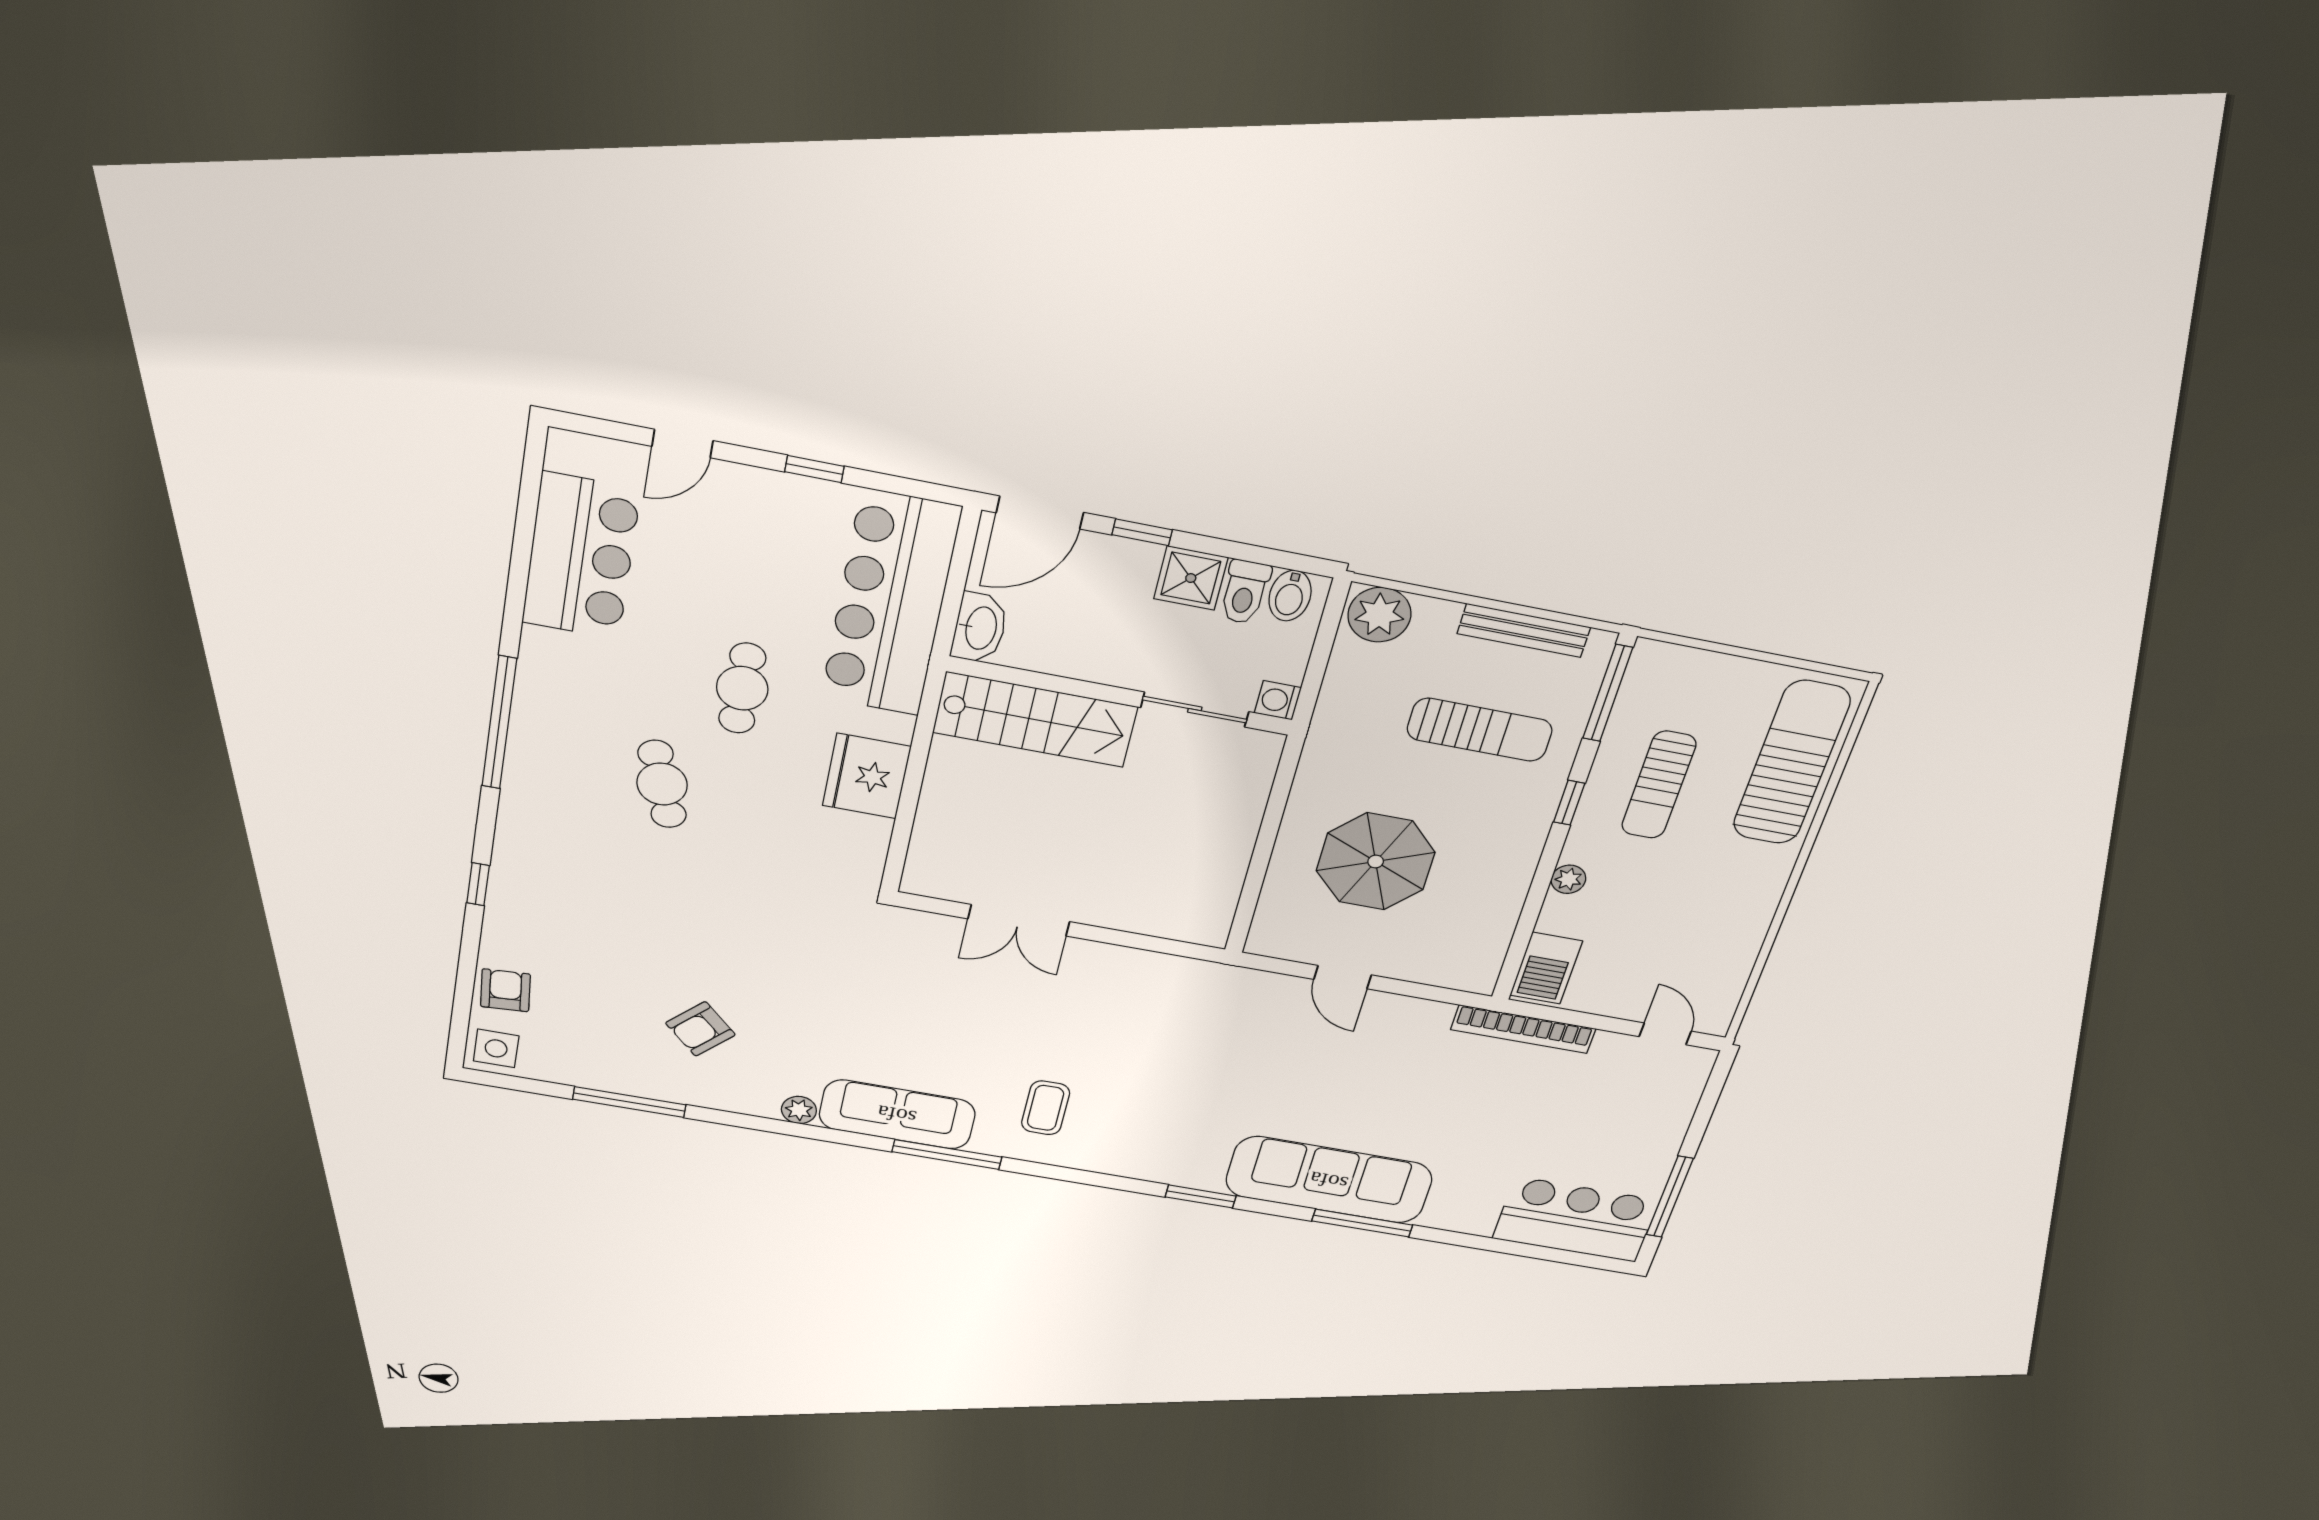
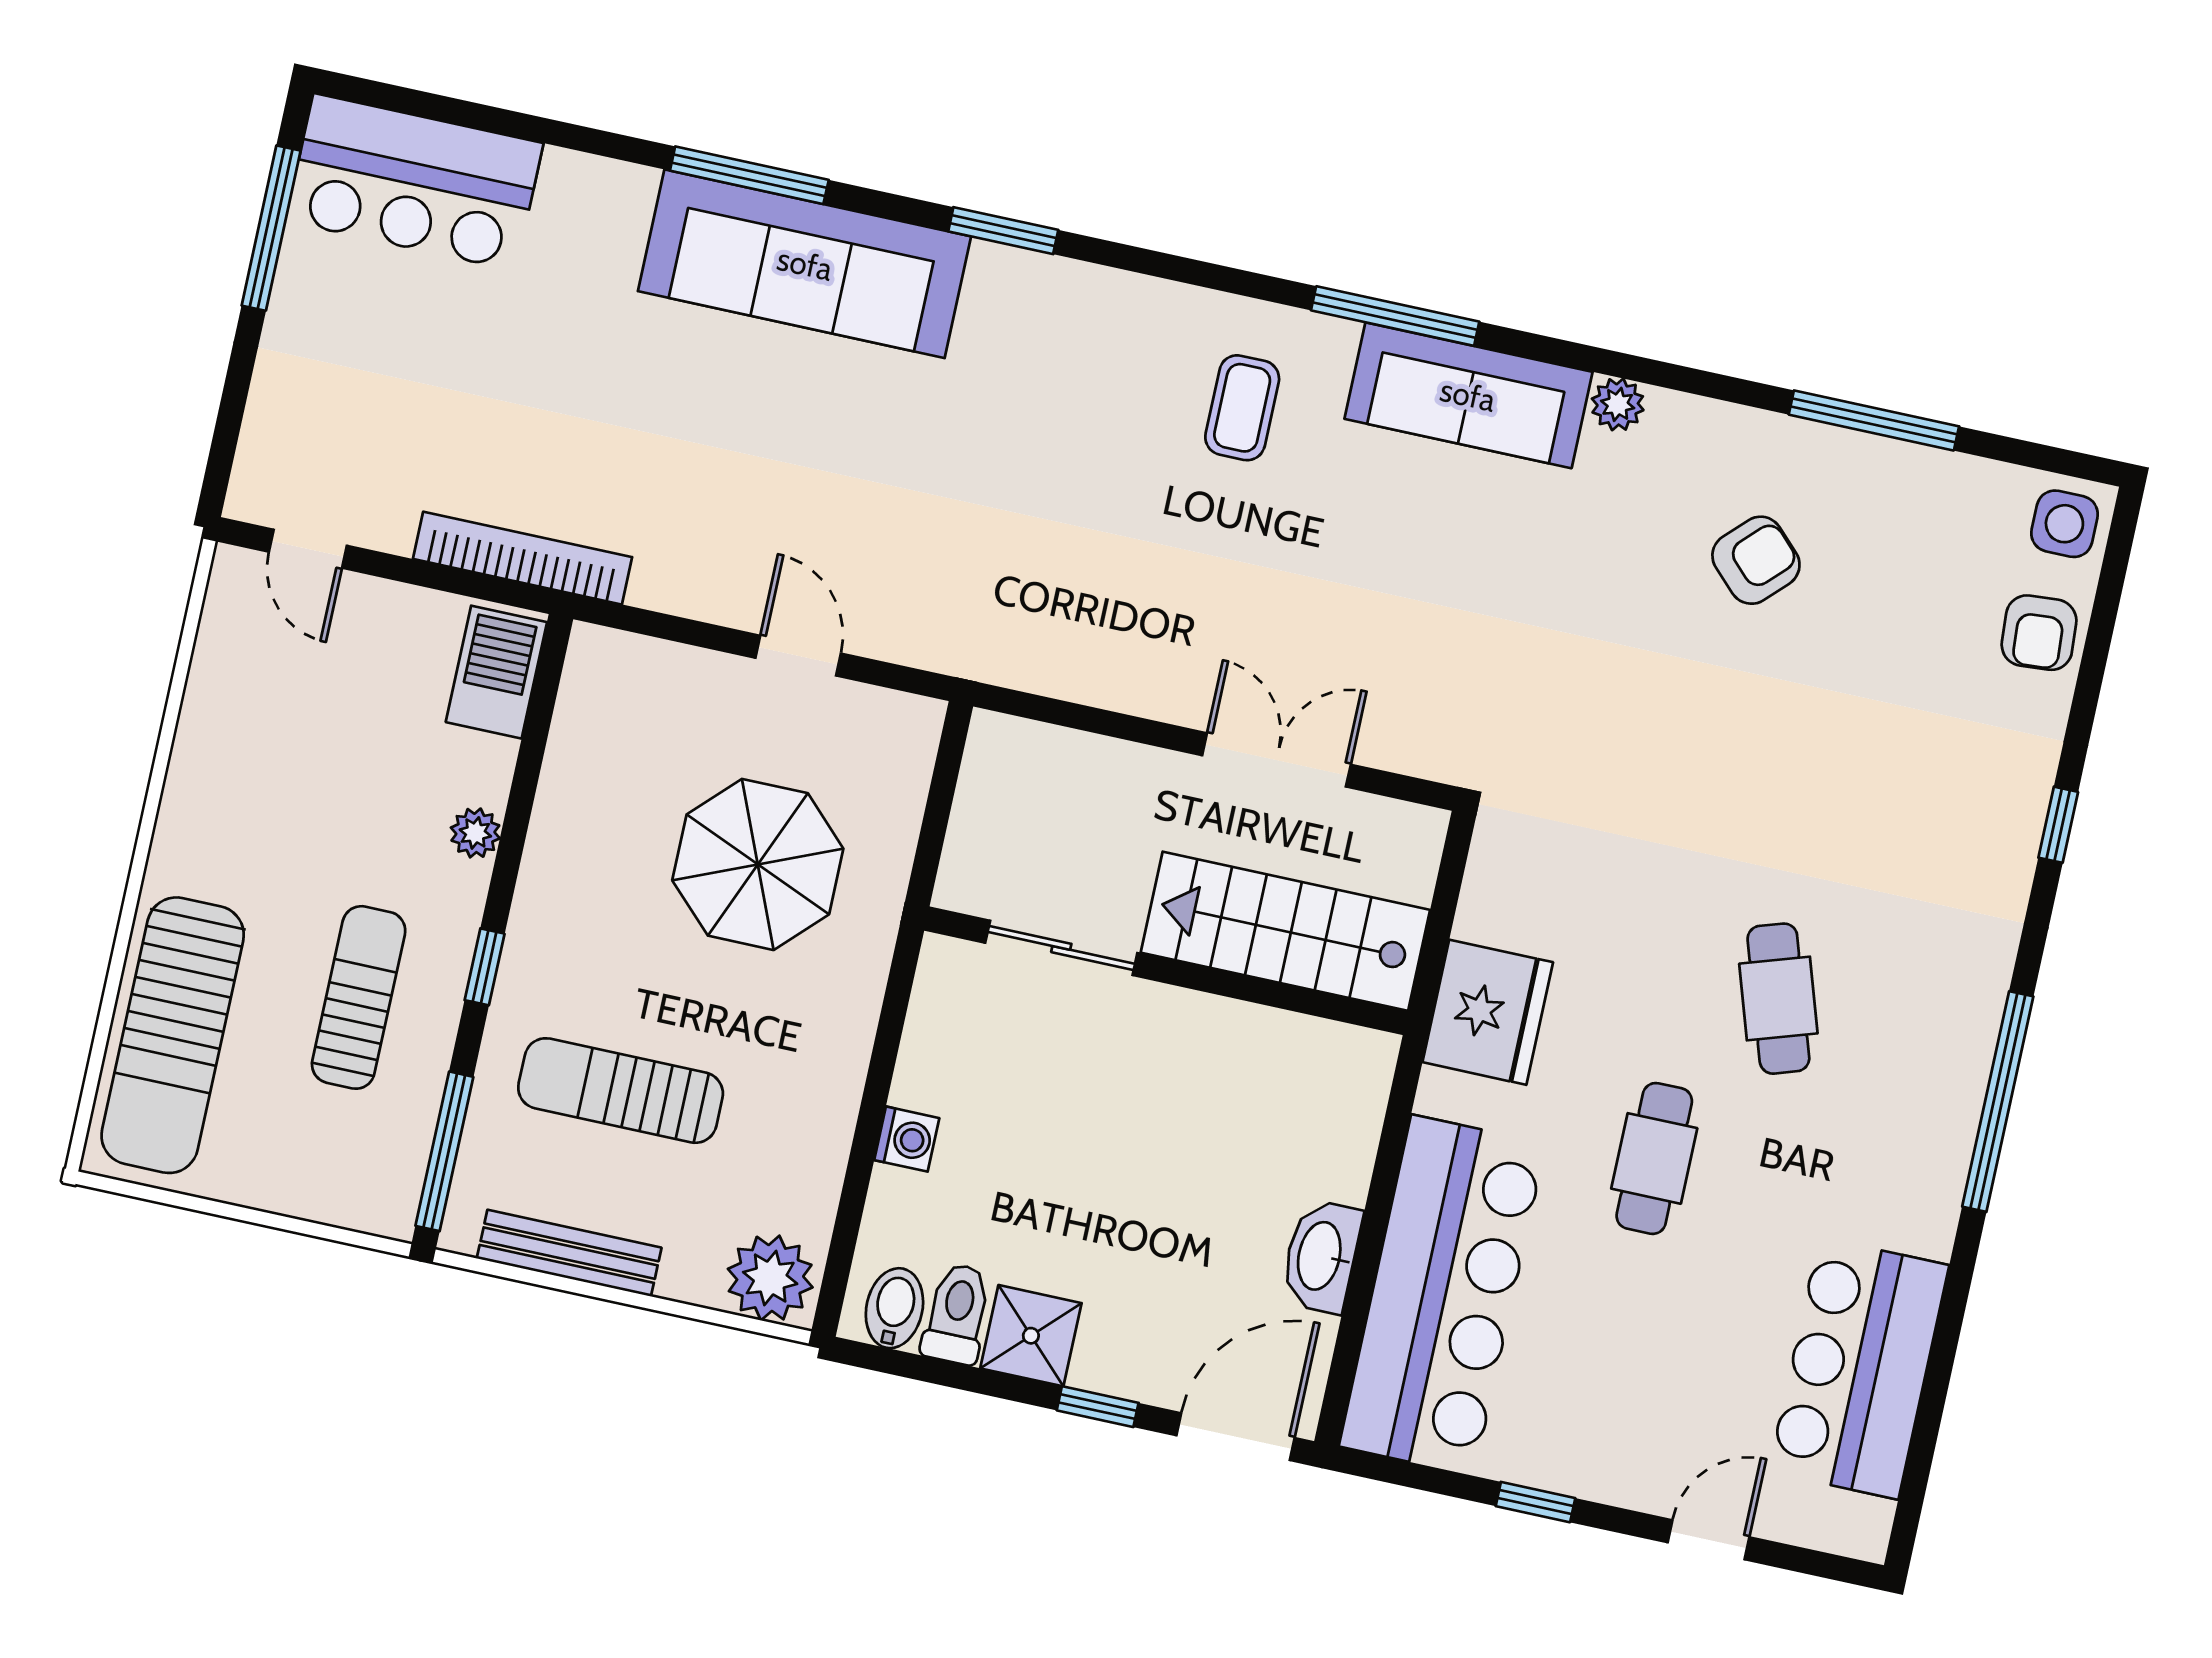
wall: (1120, 696) -> (1166, 971), moved
sliding door: (1195, 710) -> (1061, 948), moved
stairs: (1035, 720) -> (1285, 931), moved

